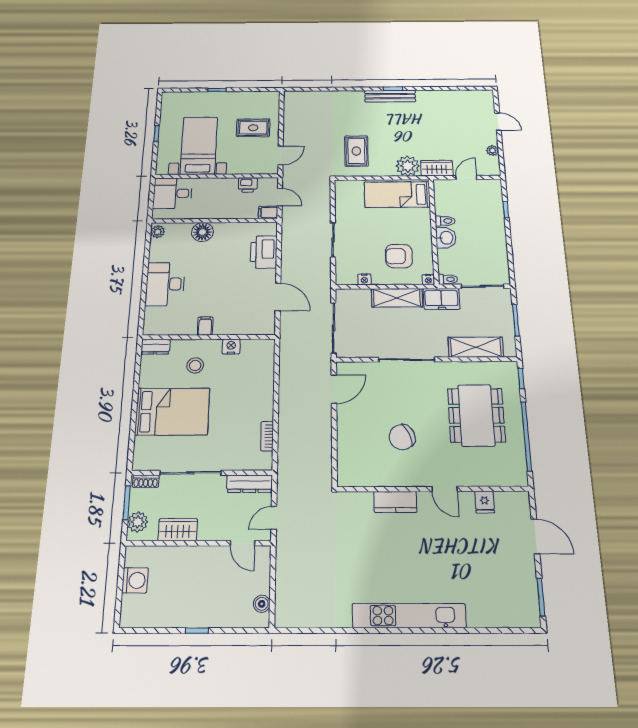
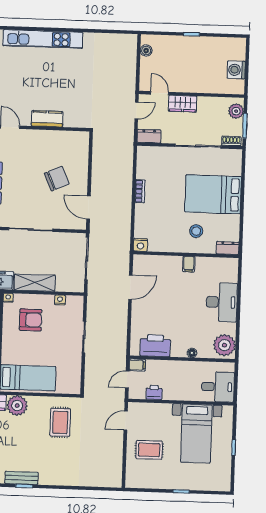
bench: (390, 96) -> (21, 478), width x0.73
door: (280, 197) -> (127, 379), hinge flipped
plant: (158, 232) -> (224, 345), width x1.88, depth x1.88
floor lamp: (202, 232) -> (192, 353), width x0.53, depth x0.53
printer: (264, 252) -> (155, 346), moved, turned -90
door: (278, 297) -> (130, 287), swing flipped
nightstand: (231, 347) -> (140, 245), moved
door: (334, 389) -> (89, 207), hinge flipped
bookcase: (267, 436) -> (140, 191), moved
chair: (402, 437) -> (57, 179), moved
dresser: (250, 484) -> (149, 136), width x0.70
wardrobe: (178, 530) -> (183, 104), moved

